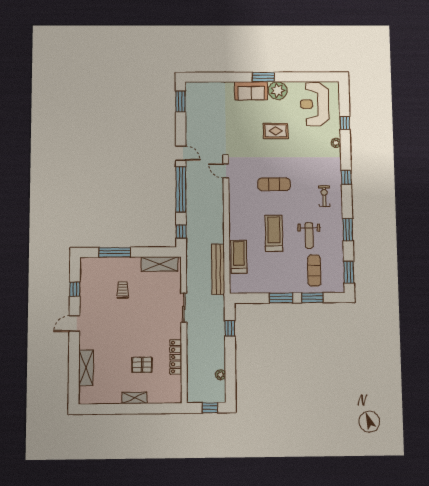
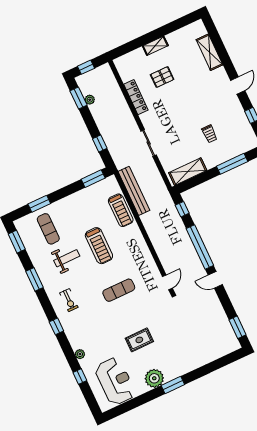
sofa: (251, 91) -> (178, 367), removed
door: (226, 171) -> (167, 282), hinge flipped
weight bench: (309, 235) -> (67, 258), turned 90
window: (281, 298) -> (93, 179), moved
window: (230, 381) -> (78, 98), added

